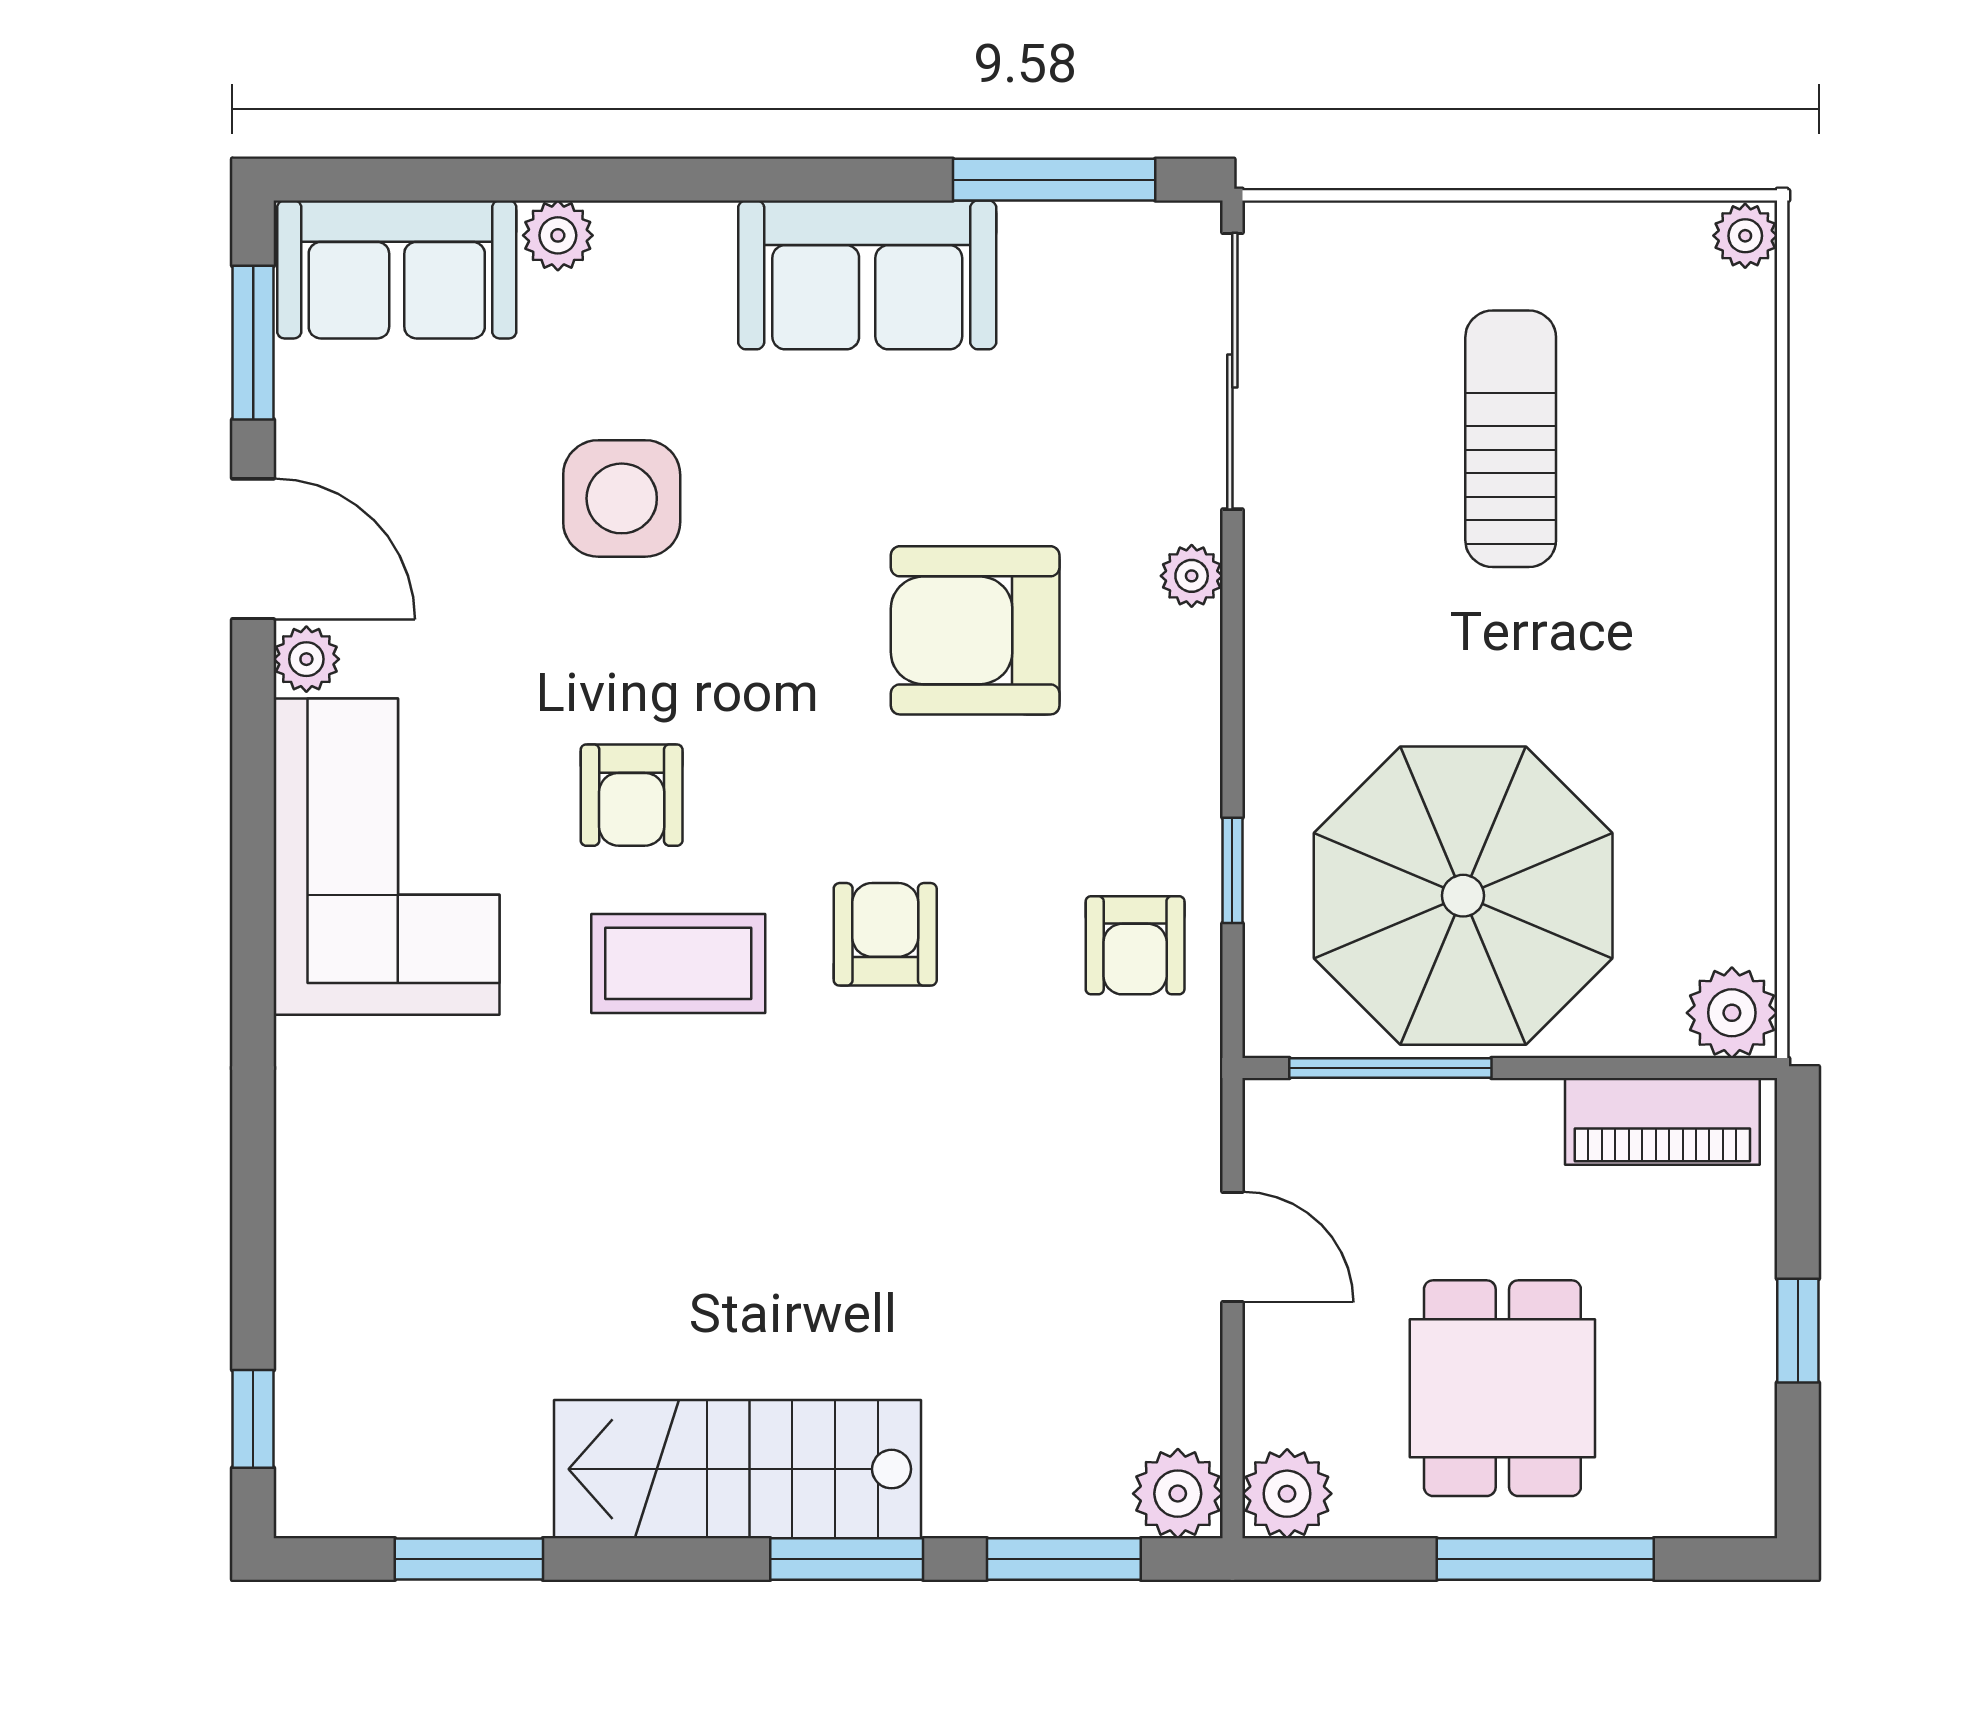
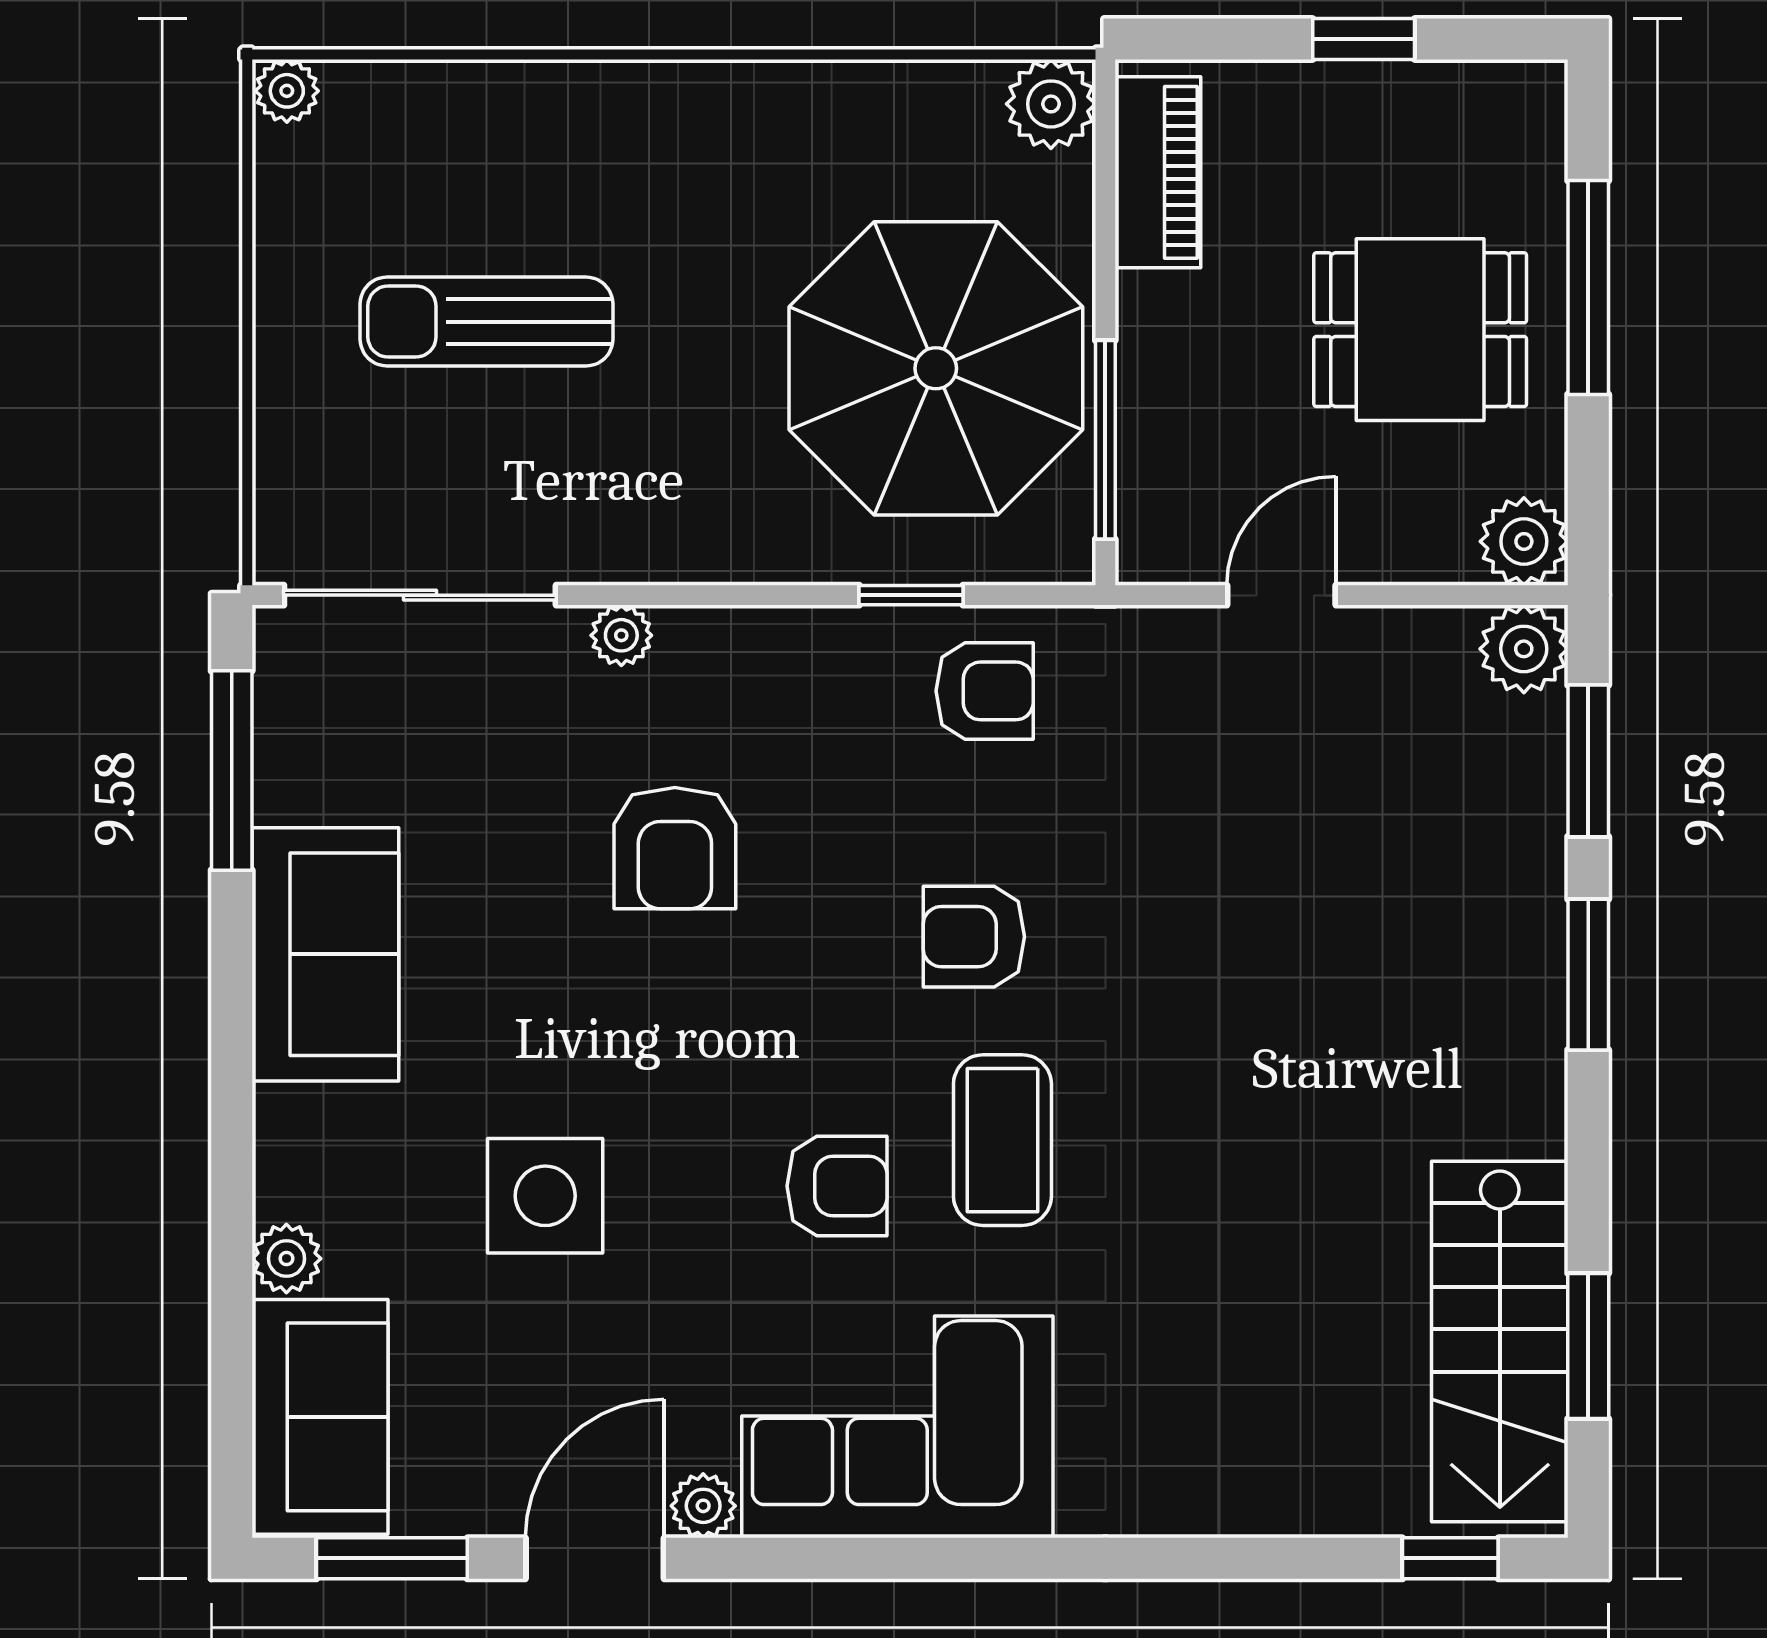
armchair: (975, 630) -> (675, 848), width x0.73, depth x0.73
stairs: (737, 1469) -> (1500, 1342), moved

